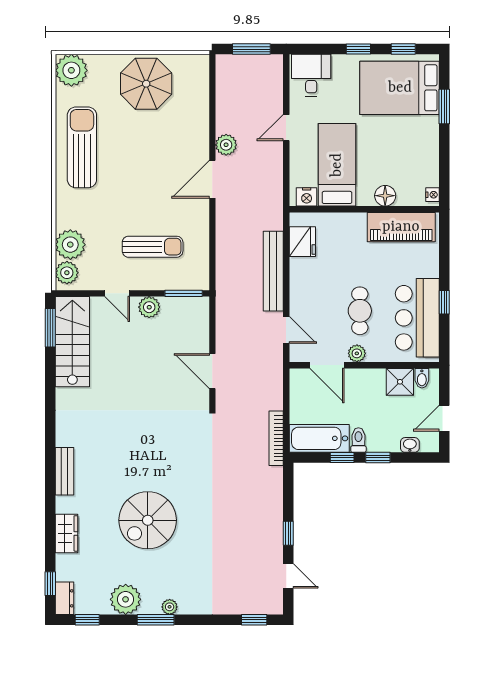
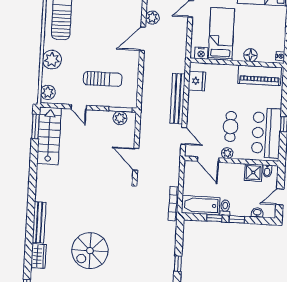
plant: (70, 245) -> (52, 60), moved
plant: (149, 307) -> (120, 118), moved
bench: (64, 471) -> (39, 222), width x1.36

